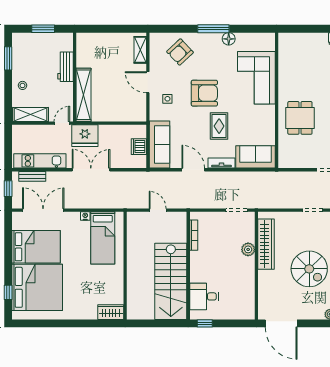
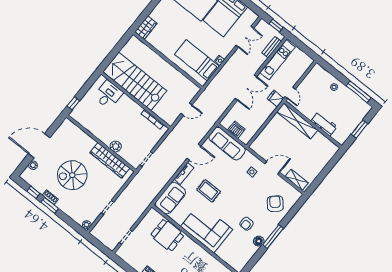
window: (8, 58) -> (358, 92), width x1.44
corner sofa: (256, 78) -> (207, 228), moved
armchair: (204, 93) -> (247, 224), moved, width x0.53, depth x0.53
shelving: (31, 114) -> (312, 77), removed
dining table: (300, 118) -> (167, 235), moved
fridge: (85, 136) -> (276, 99), width x0.53, depth x0.75
double door: (43, 210) -> (245, 37), width x0.73
window: (205, 323) -> (73, 103), moved
door: (281, 323) -> (39, 146), moved

